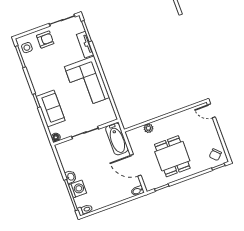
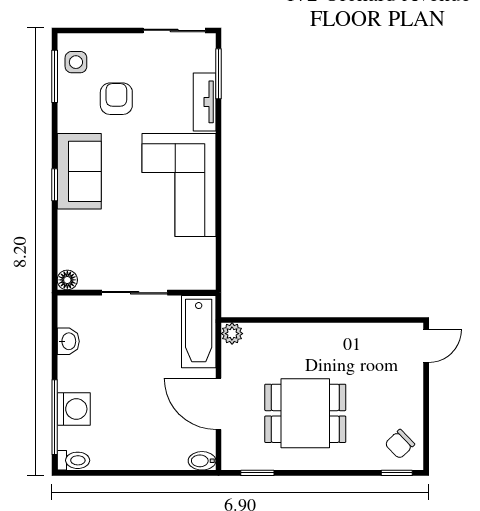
armchair: (45, 40) -> (116, 99), moved, turned -90
sofa: (51, 109) -> (79, 171), moved
door: (211, 111) -> (426, 346), swing flipped
plant: (148, 128) -> (232, 334), moved
dining table: (172, 156) -> (305, 413), turned 90
washbasin: (71, 177) -> (68, 341), moved

